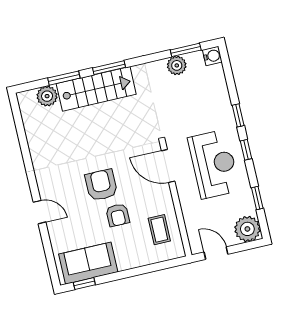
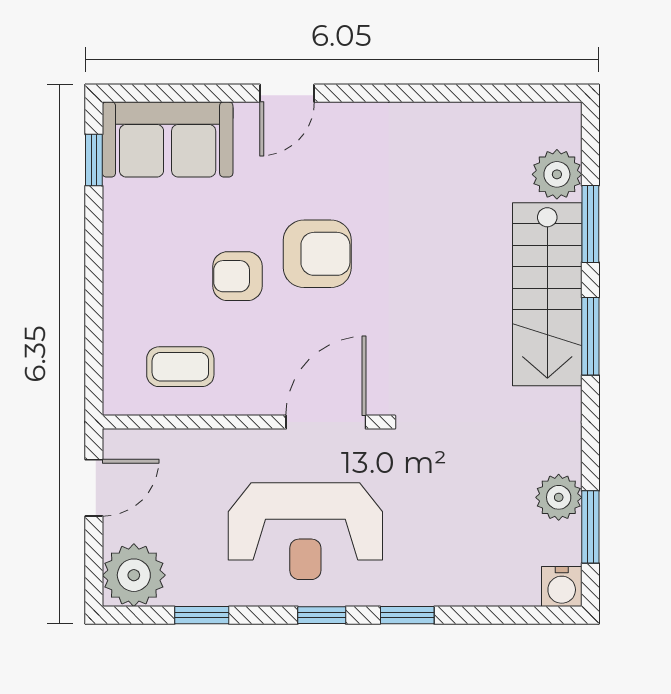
sofa: (88, 263) -> (168, 139), moved, turned 90

